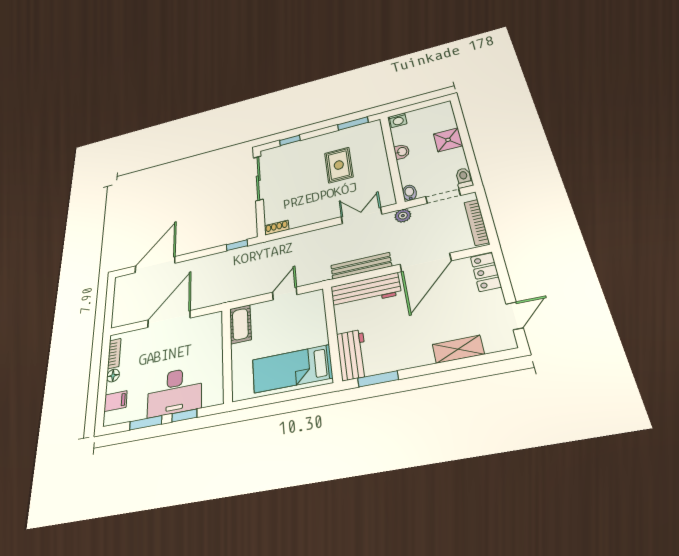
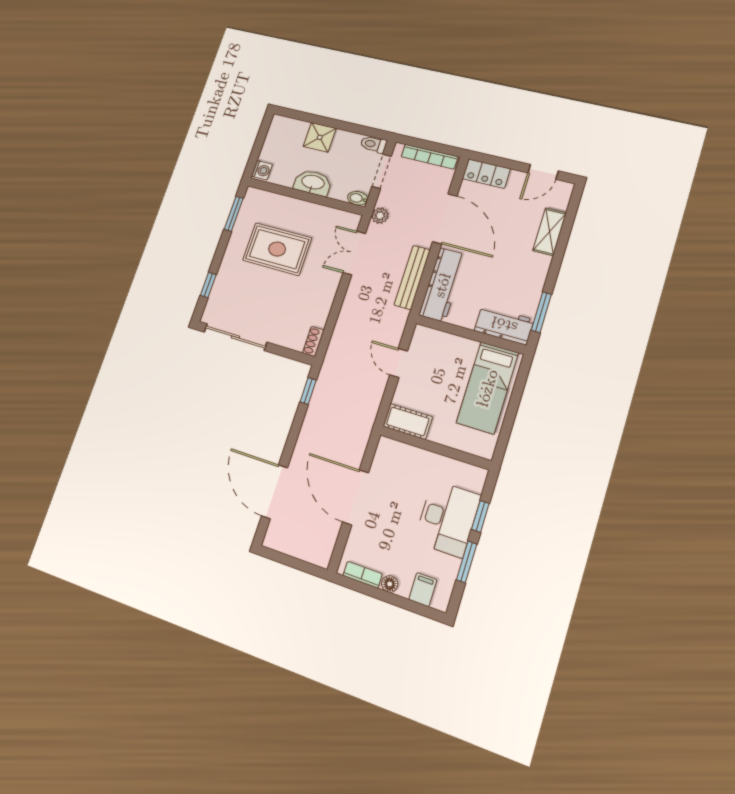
washbasin: (402, 152) -> (313, 183), width x1.91, depth x1.45
rug: (339, 165) -> (277, 249), width x1.36, depth x1.43
door: (515, 316) -> (543, 172), swing flipped

